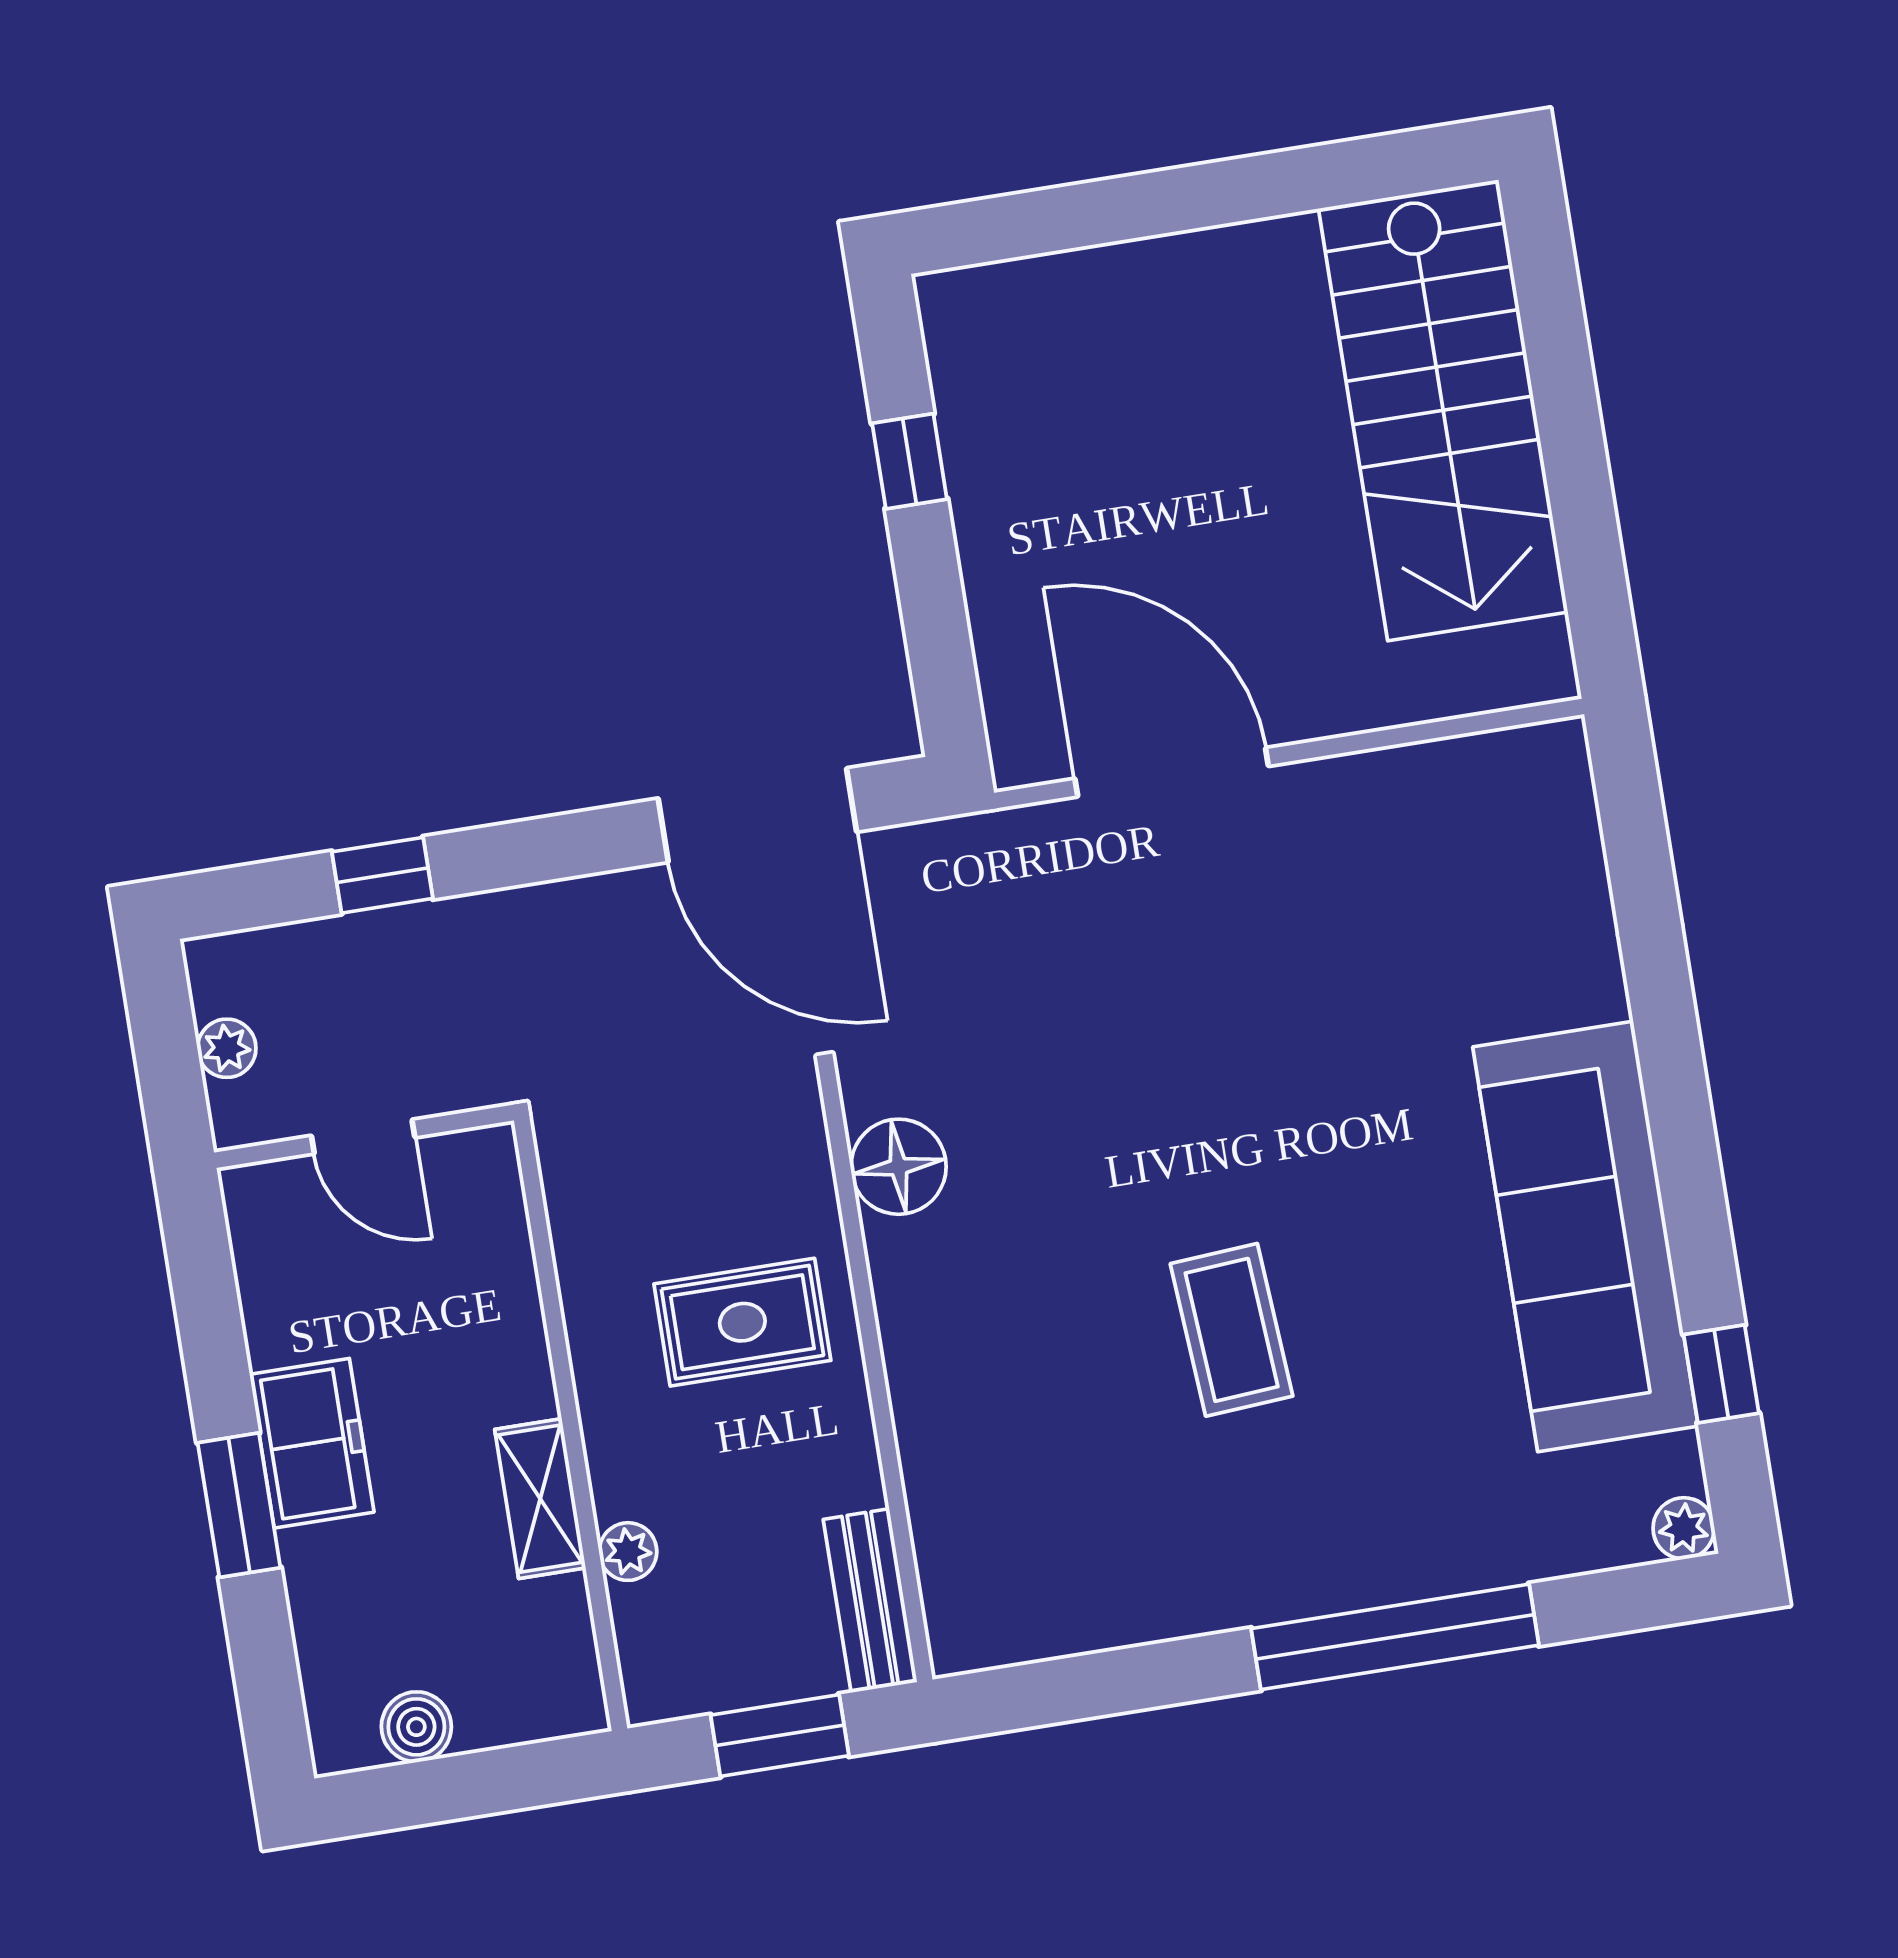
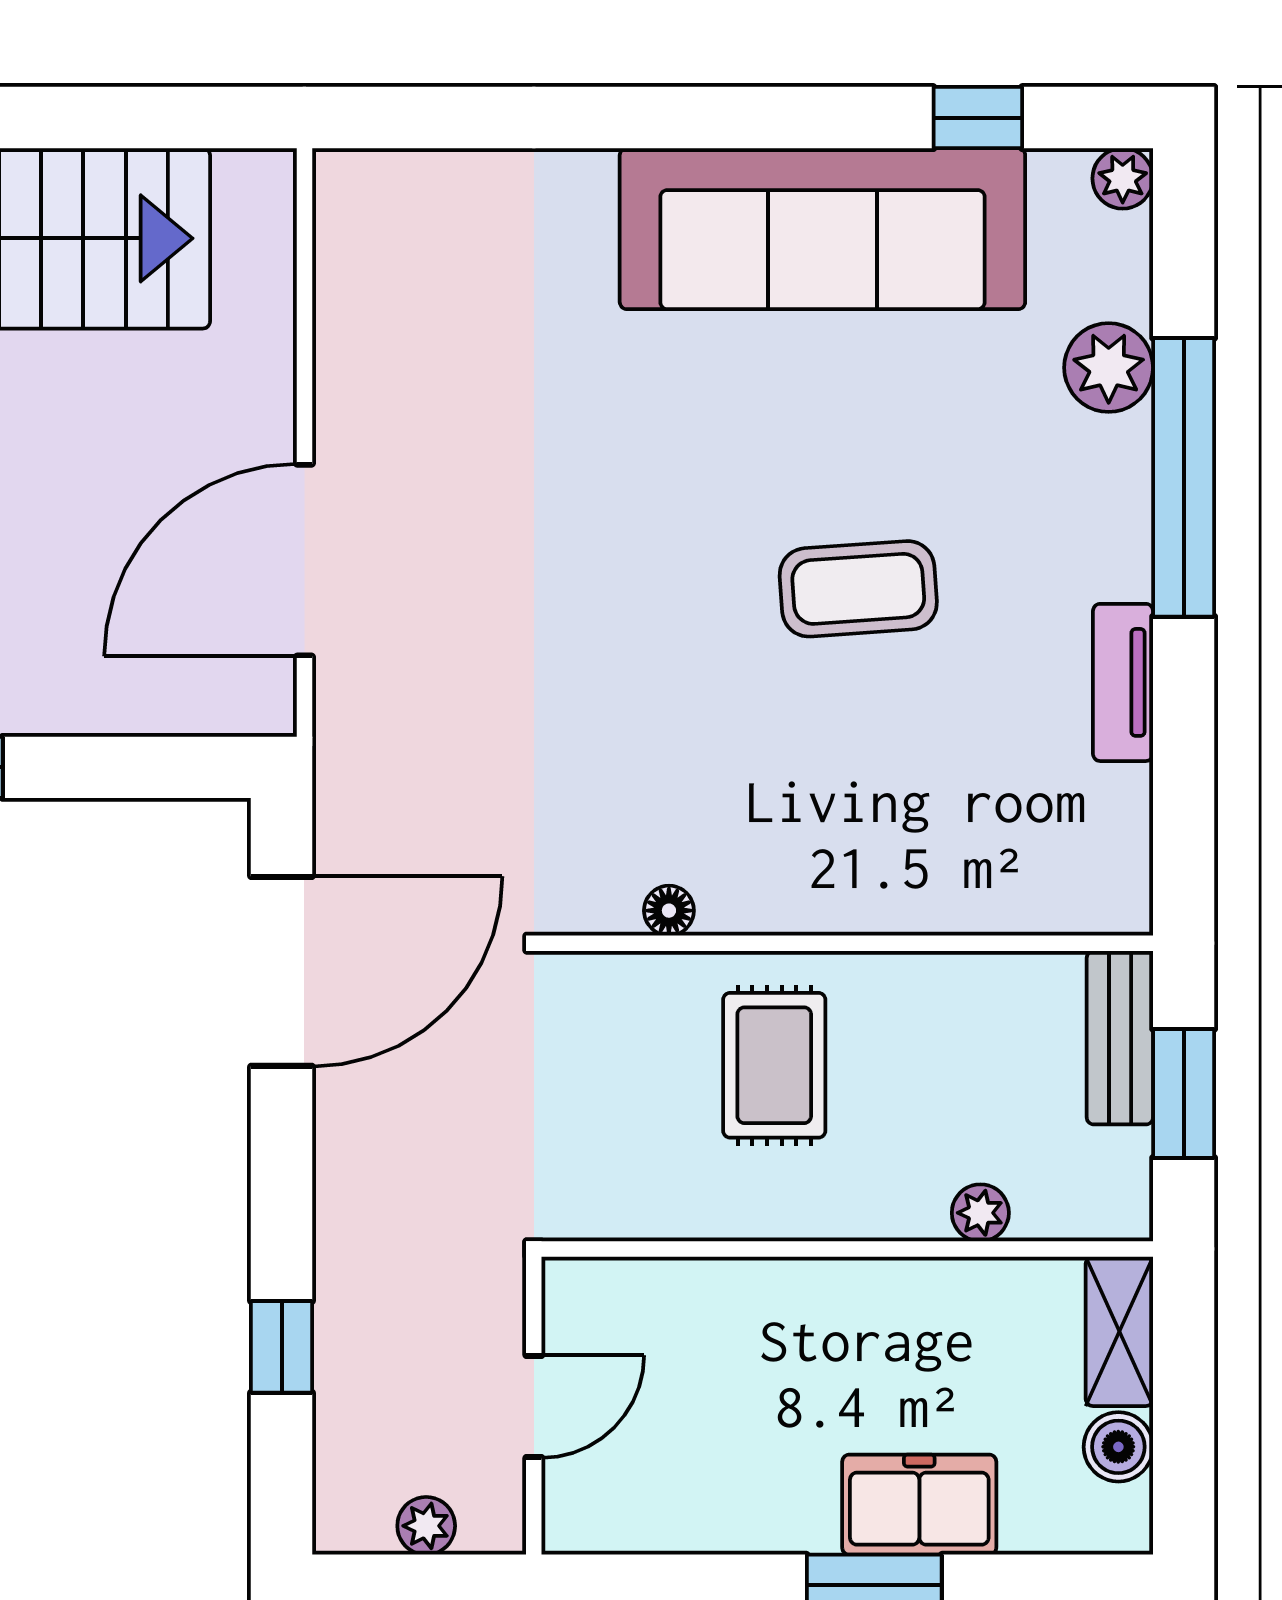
floor lamp: (899, 1167) -> (669, 911), width x0.53, depth x0.53
freezer: (312, 1443) -> (919, 1505), moved
shelving: (540, 1499) -> (1119, 1331), moved, turned 90
plant: (1493, 1544) -> (1109, 368), added
bench: (870, 1601) -> (1120, 1038), moved, turned 90
tv unit: (1180, 1609) -> (1123, 682), added

